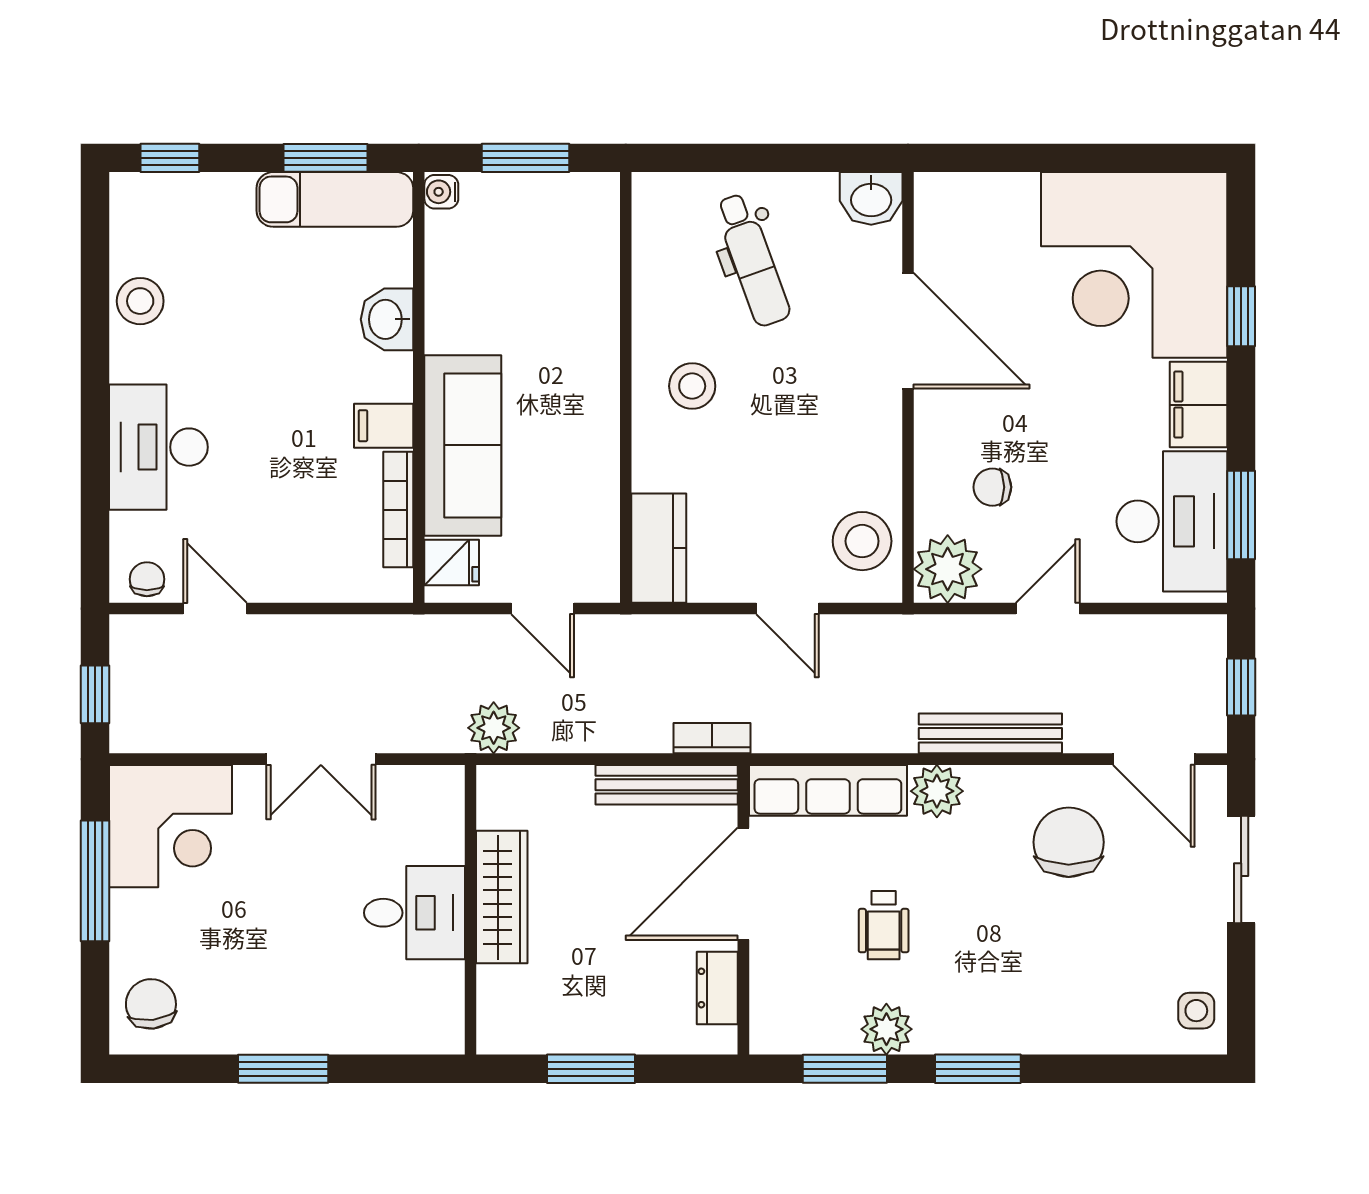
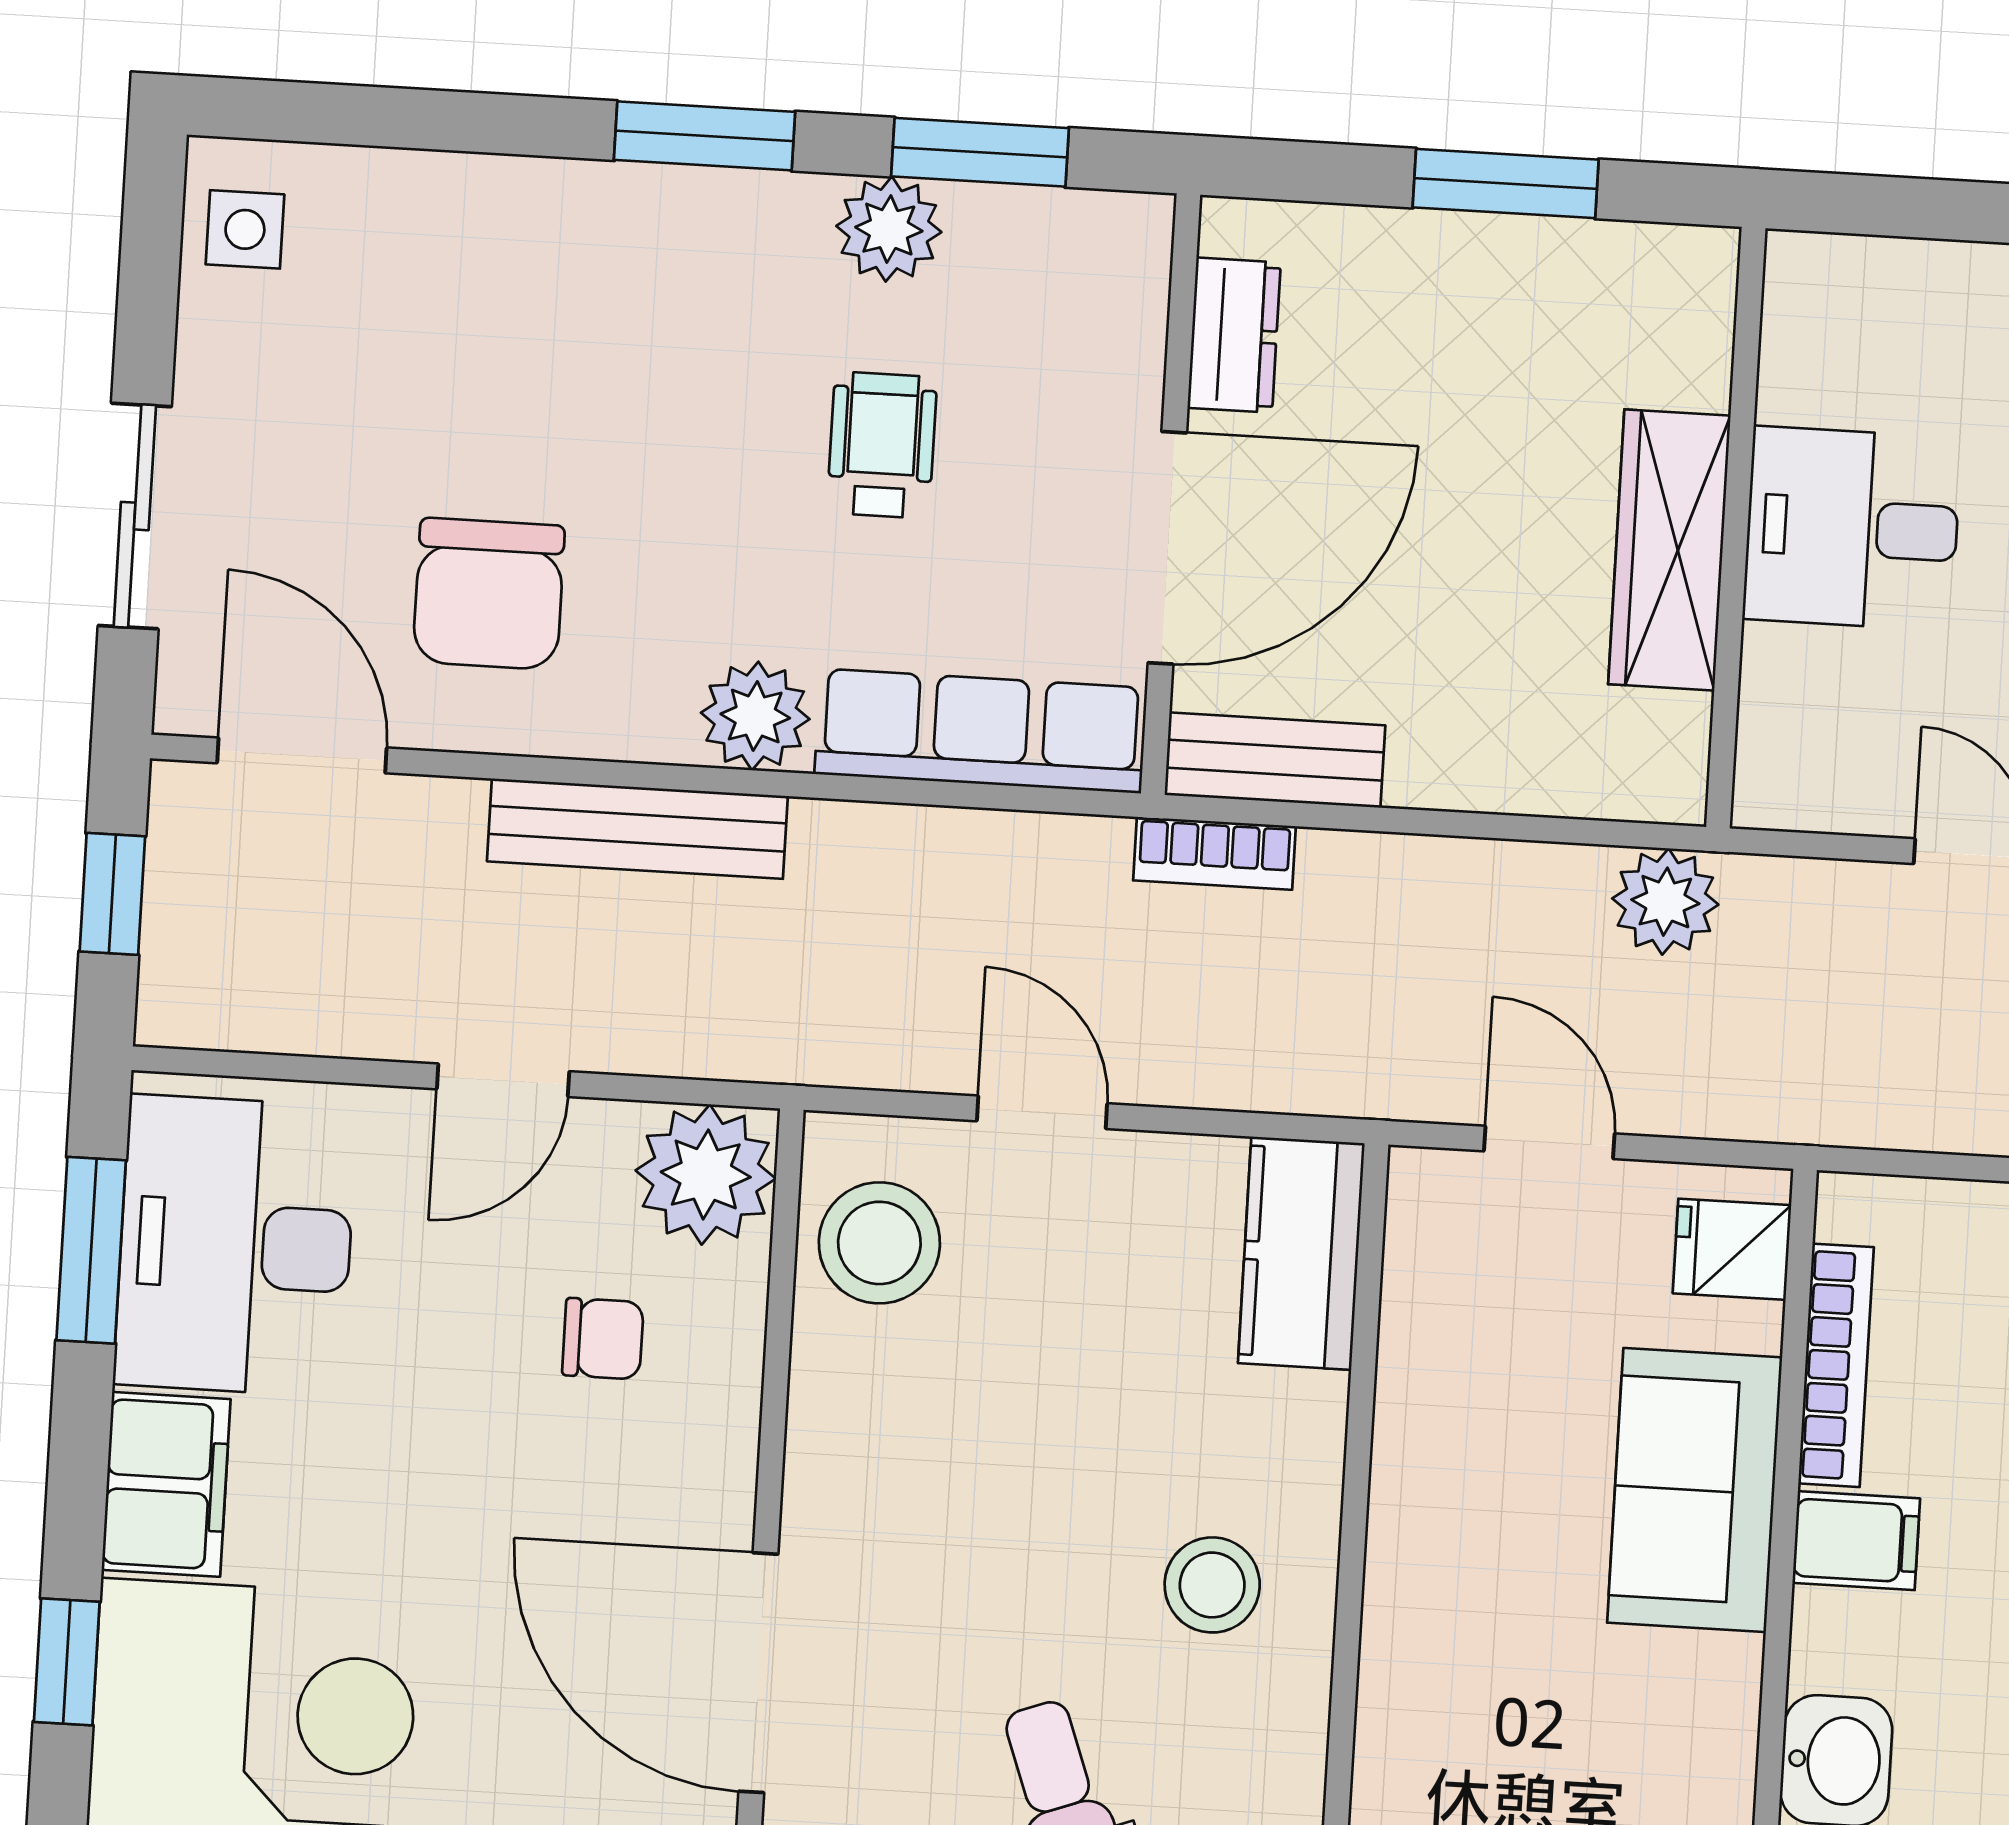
sofa: (463, 445) -> (1695, 1490), width x0.73
bench: (667, 785) -> (1275, 760), width x0.73

